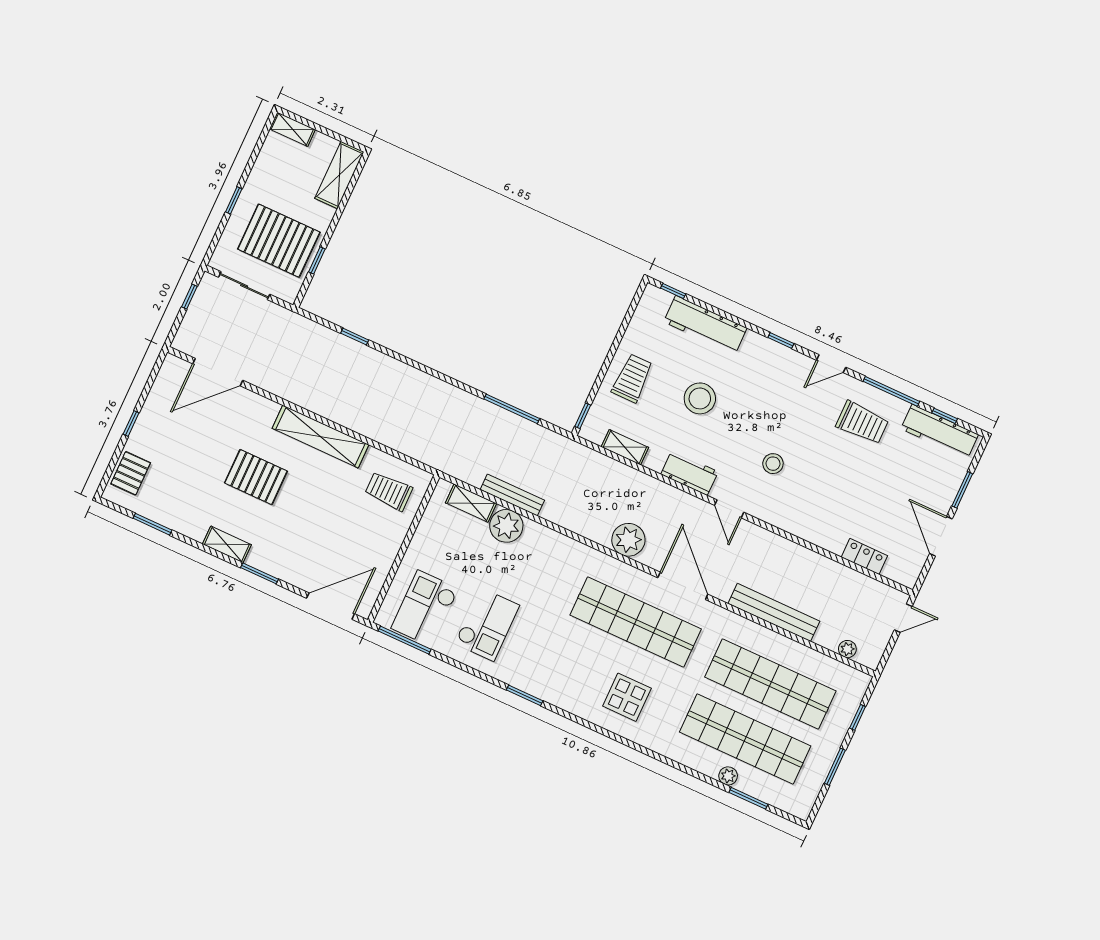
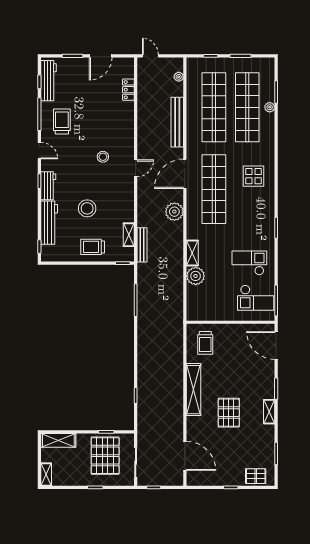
workbench: (689, 473) -> (48, 186), moved, turned 180
bench: (512, 495) -> (142, 245), moved
shelving: (471, 503) -> (192, 253), moved

